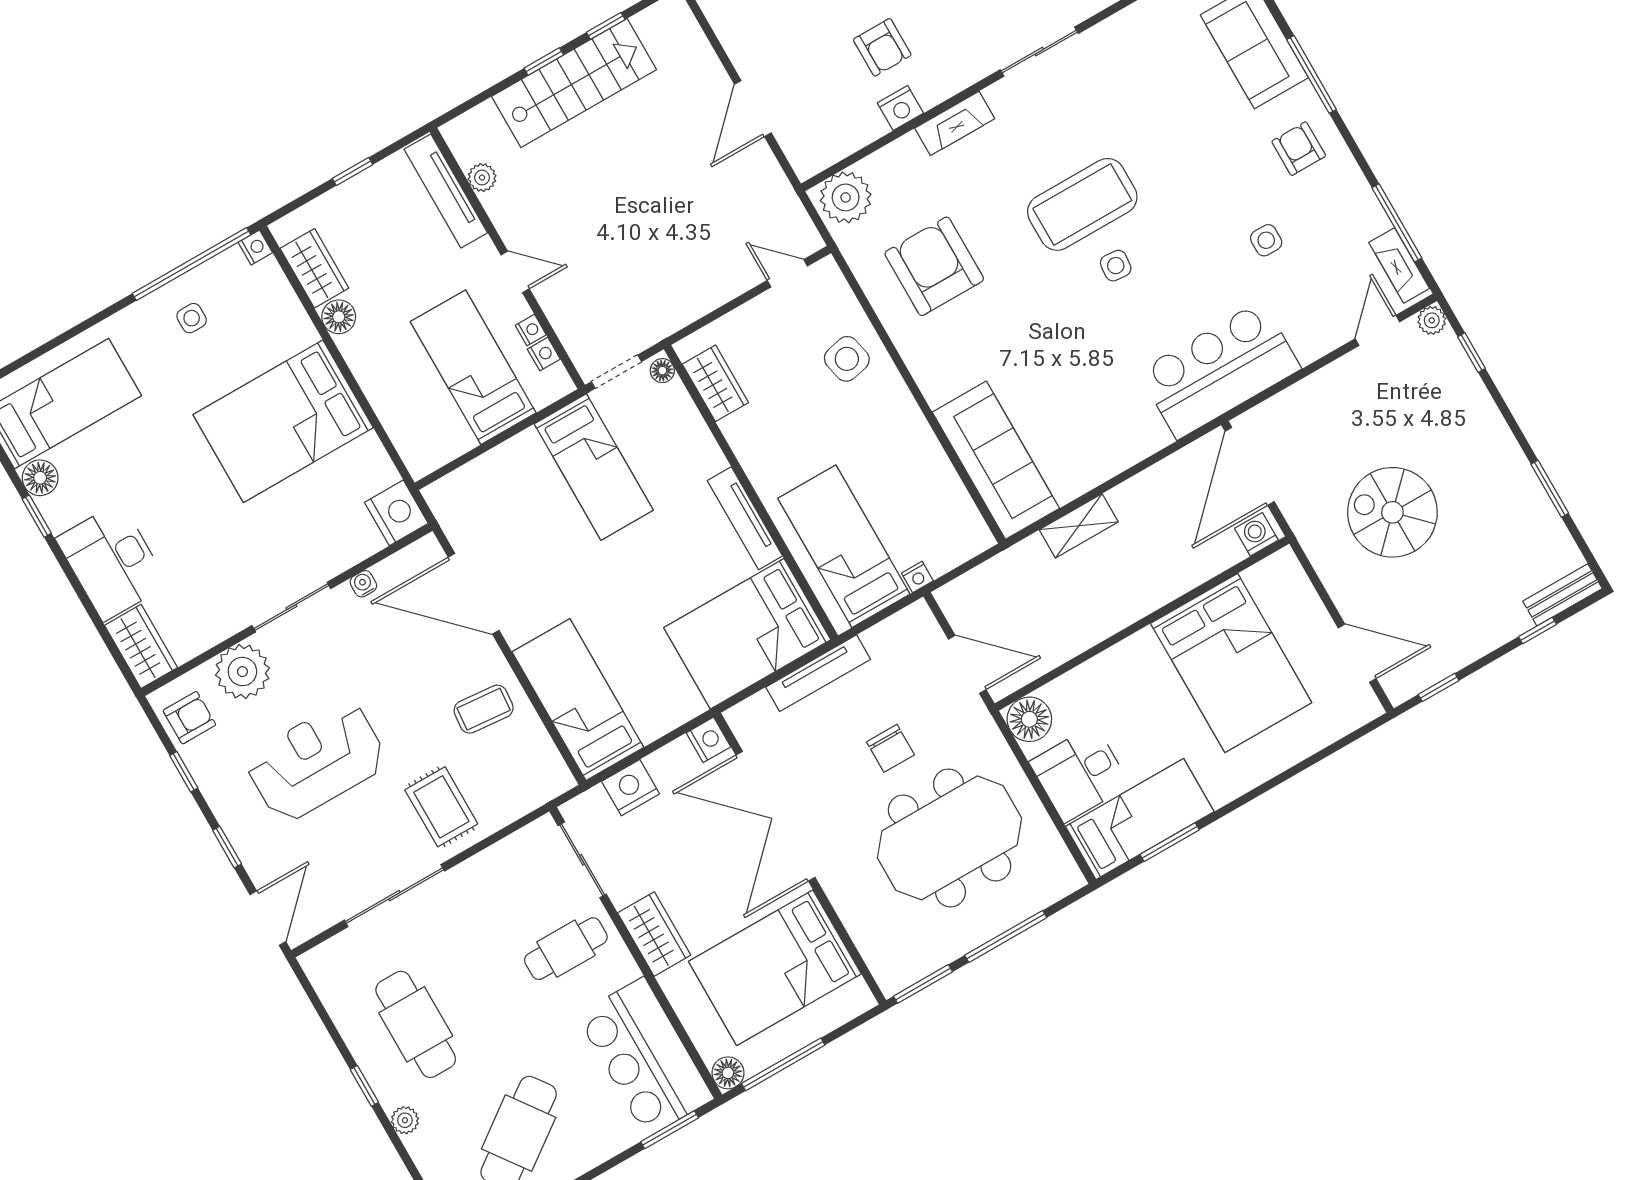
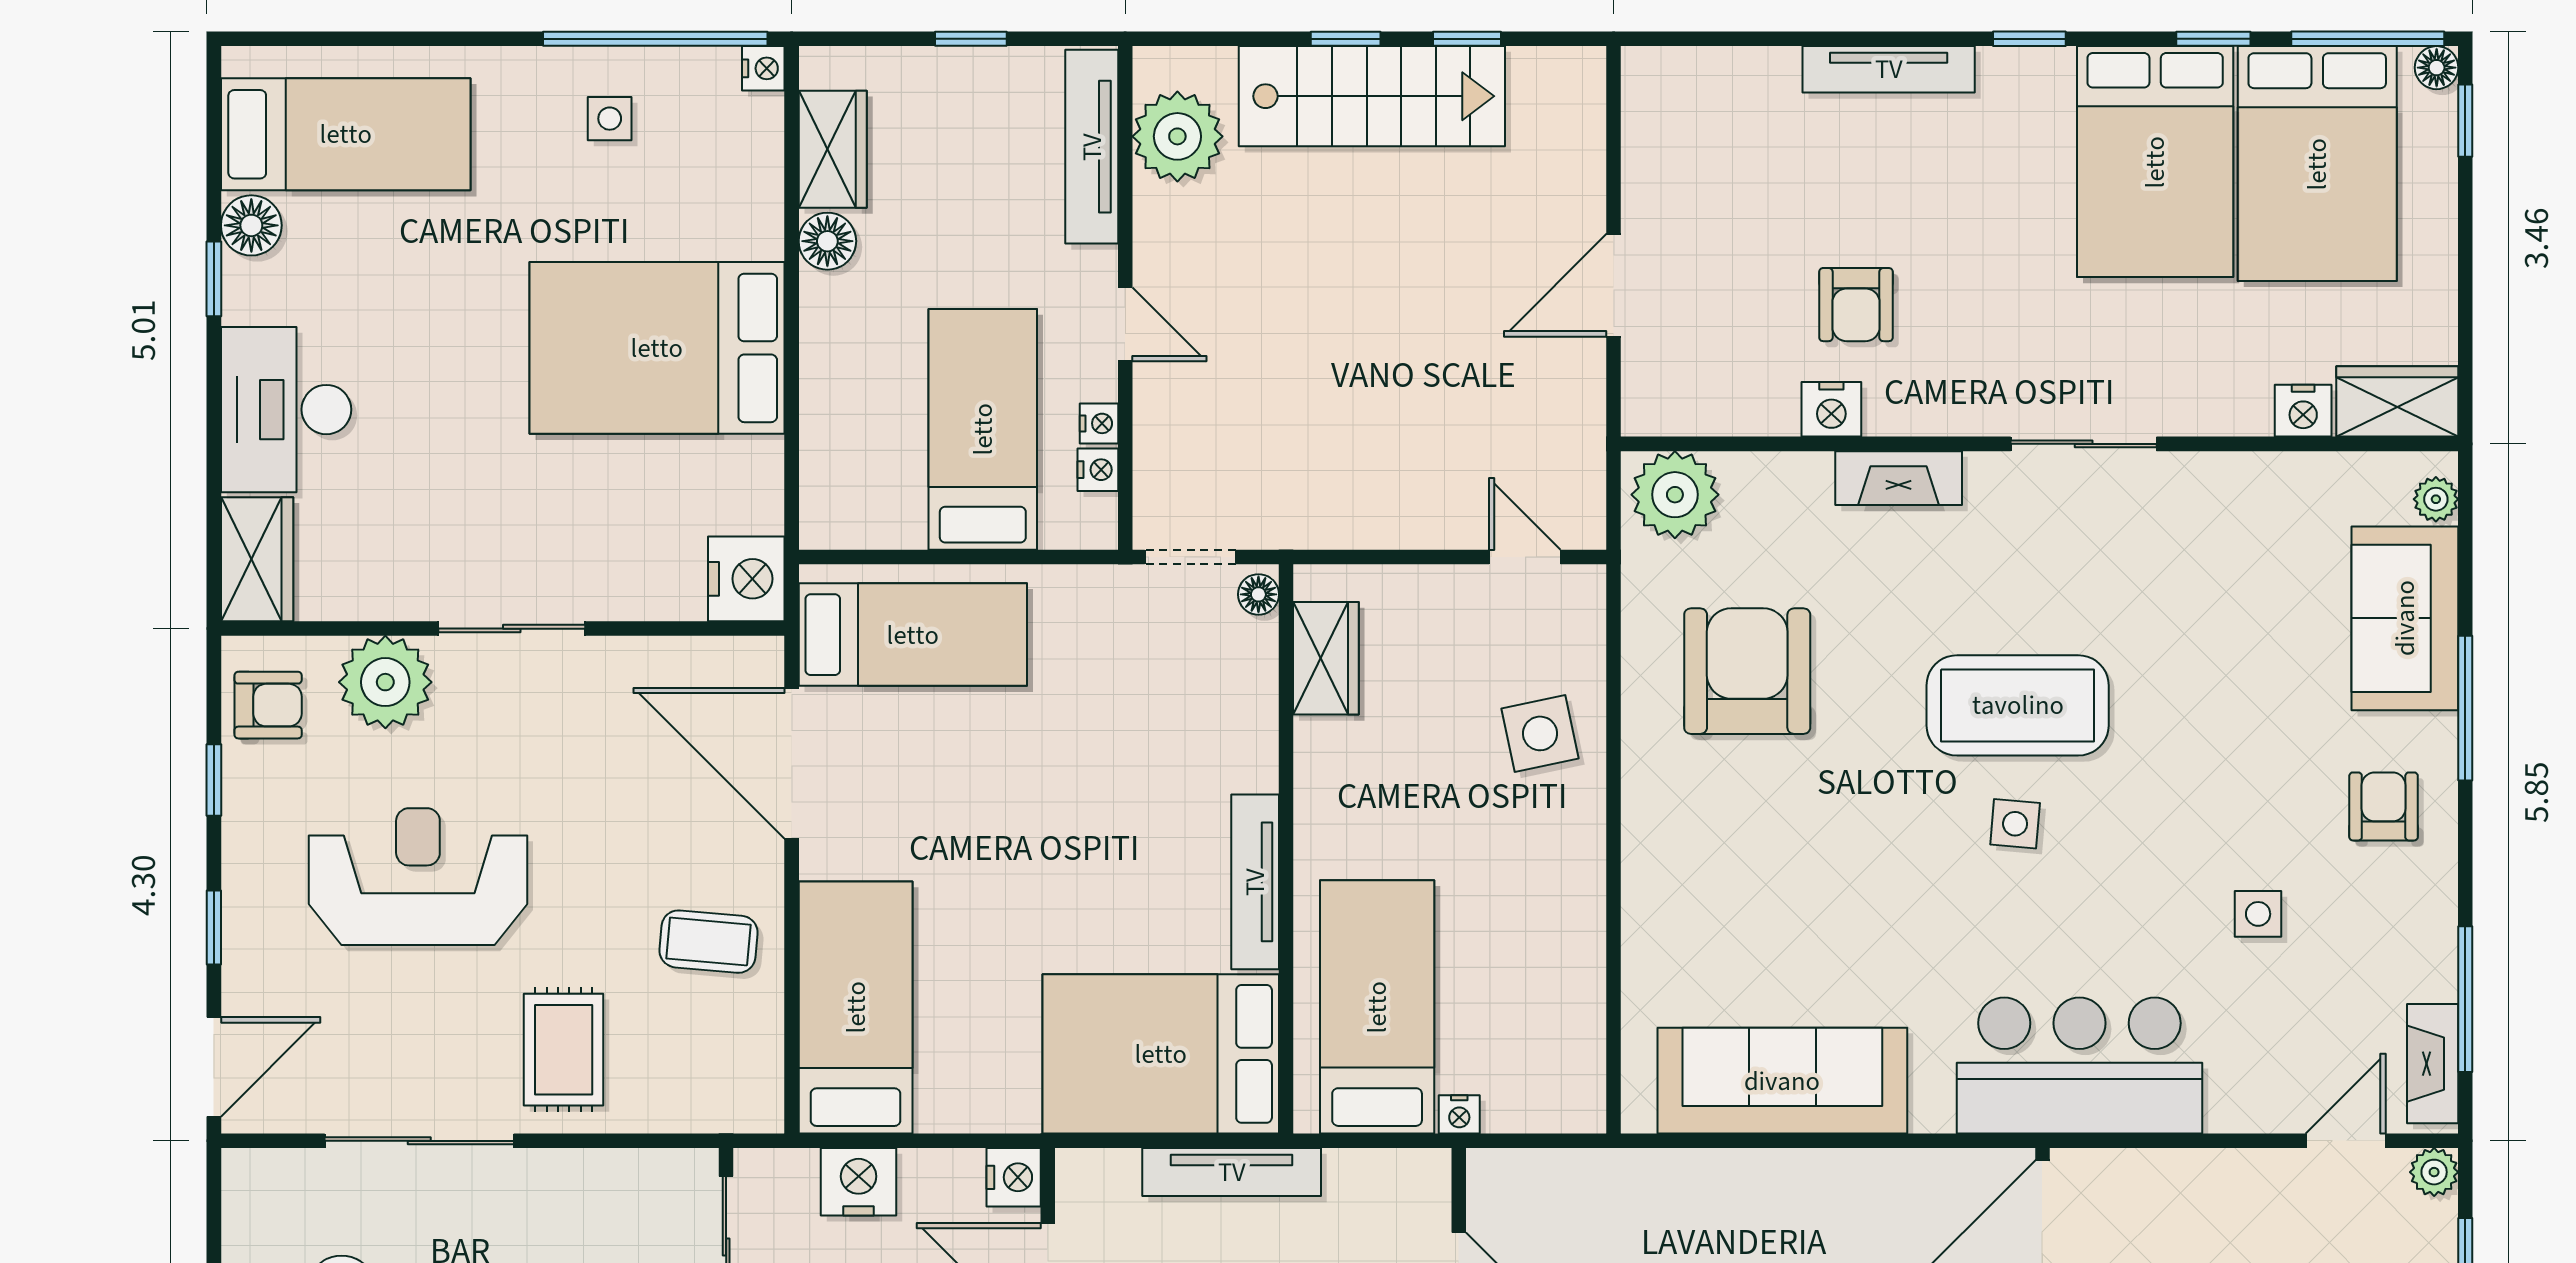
plant: (482, 178) -> (1177, 136), width x1.87, depth x1.87
sofa: (996, 460) -> (1782, 1081), moved, turned -90
bed: (594, 467) -> (913, 635), moved, turned -90
shelving: (1079, 526) -> (1740, 1176), removed
water cooler: (363, 584) -> (638, 655), removed

